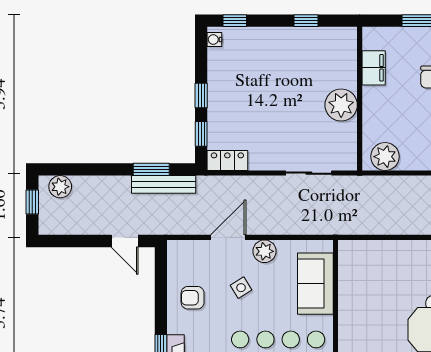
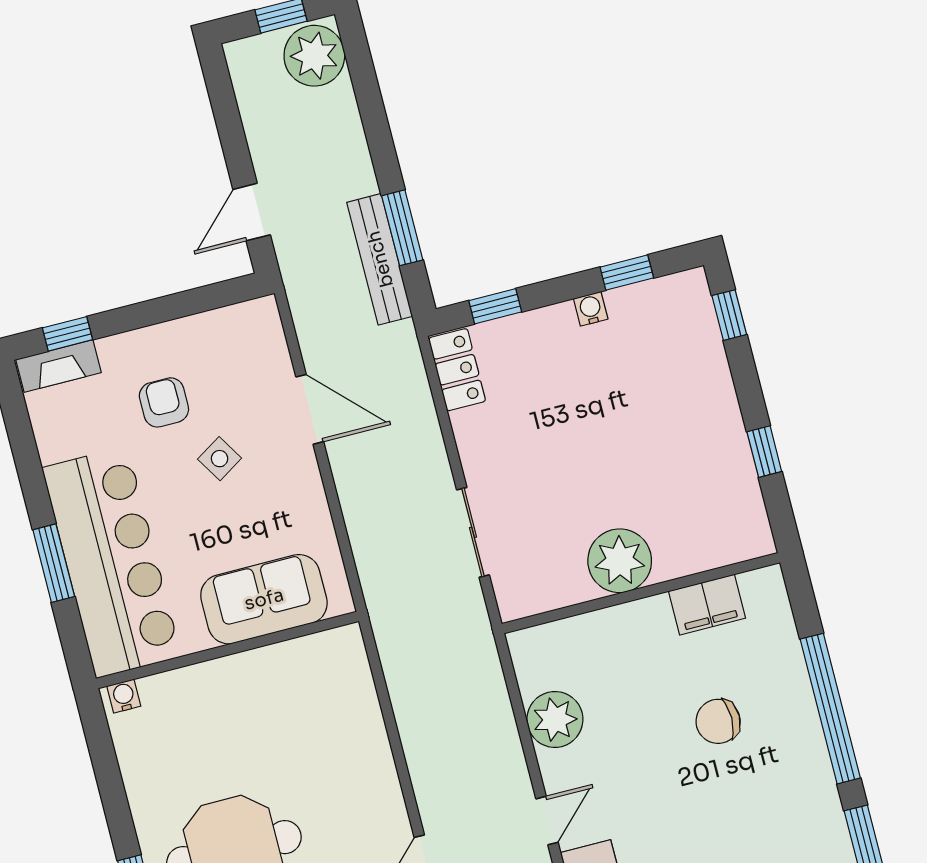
water cooler: (214, 39) -> (591, 309), moved
window: (201, 95) -> (627, 273), moved
plant: (385, 157) -> (555, 719), moved
plant: (60, 187) -> (314, 56), width x1.36, depth x1.36
plant: (264, 251) -> (301, 486), removed
armchair: (193, 298) -> (164, 402), moved

